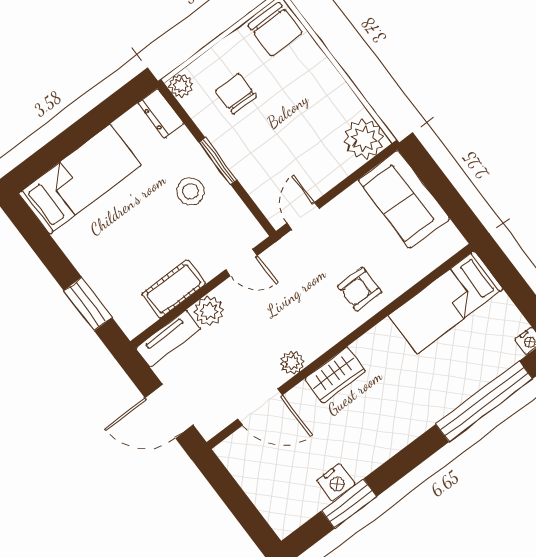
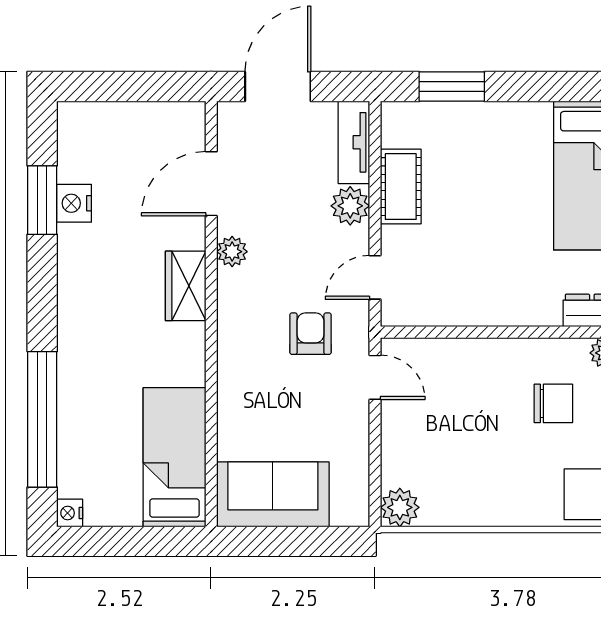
plant: (364, 139) -> (400, 507), width x0.73, depth x0.73
window: (218, 161) -> (498, 332), removed
stool: (191, 191) -> (488, 280), removed
sofa: (404, 199) -> (273, 494), moved
armchair: (360, 289) -> (310, 334), moved

